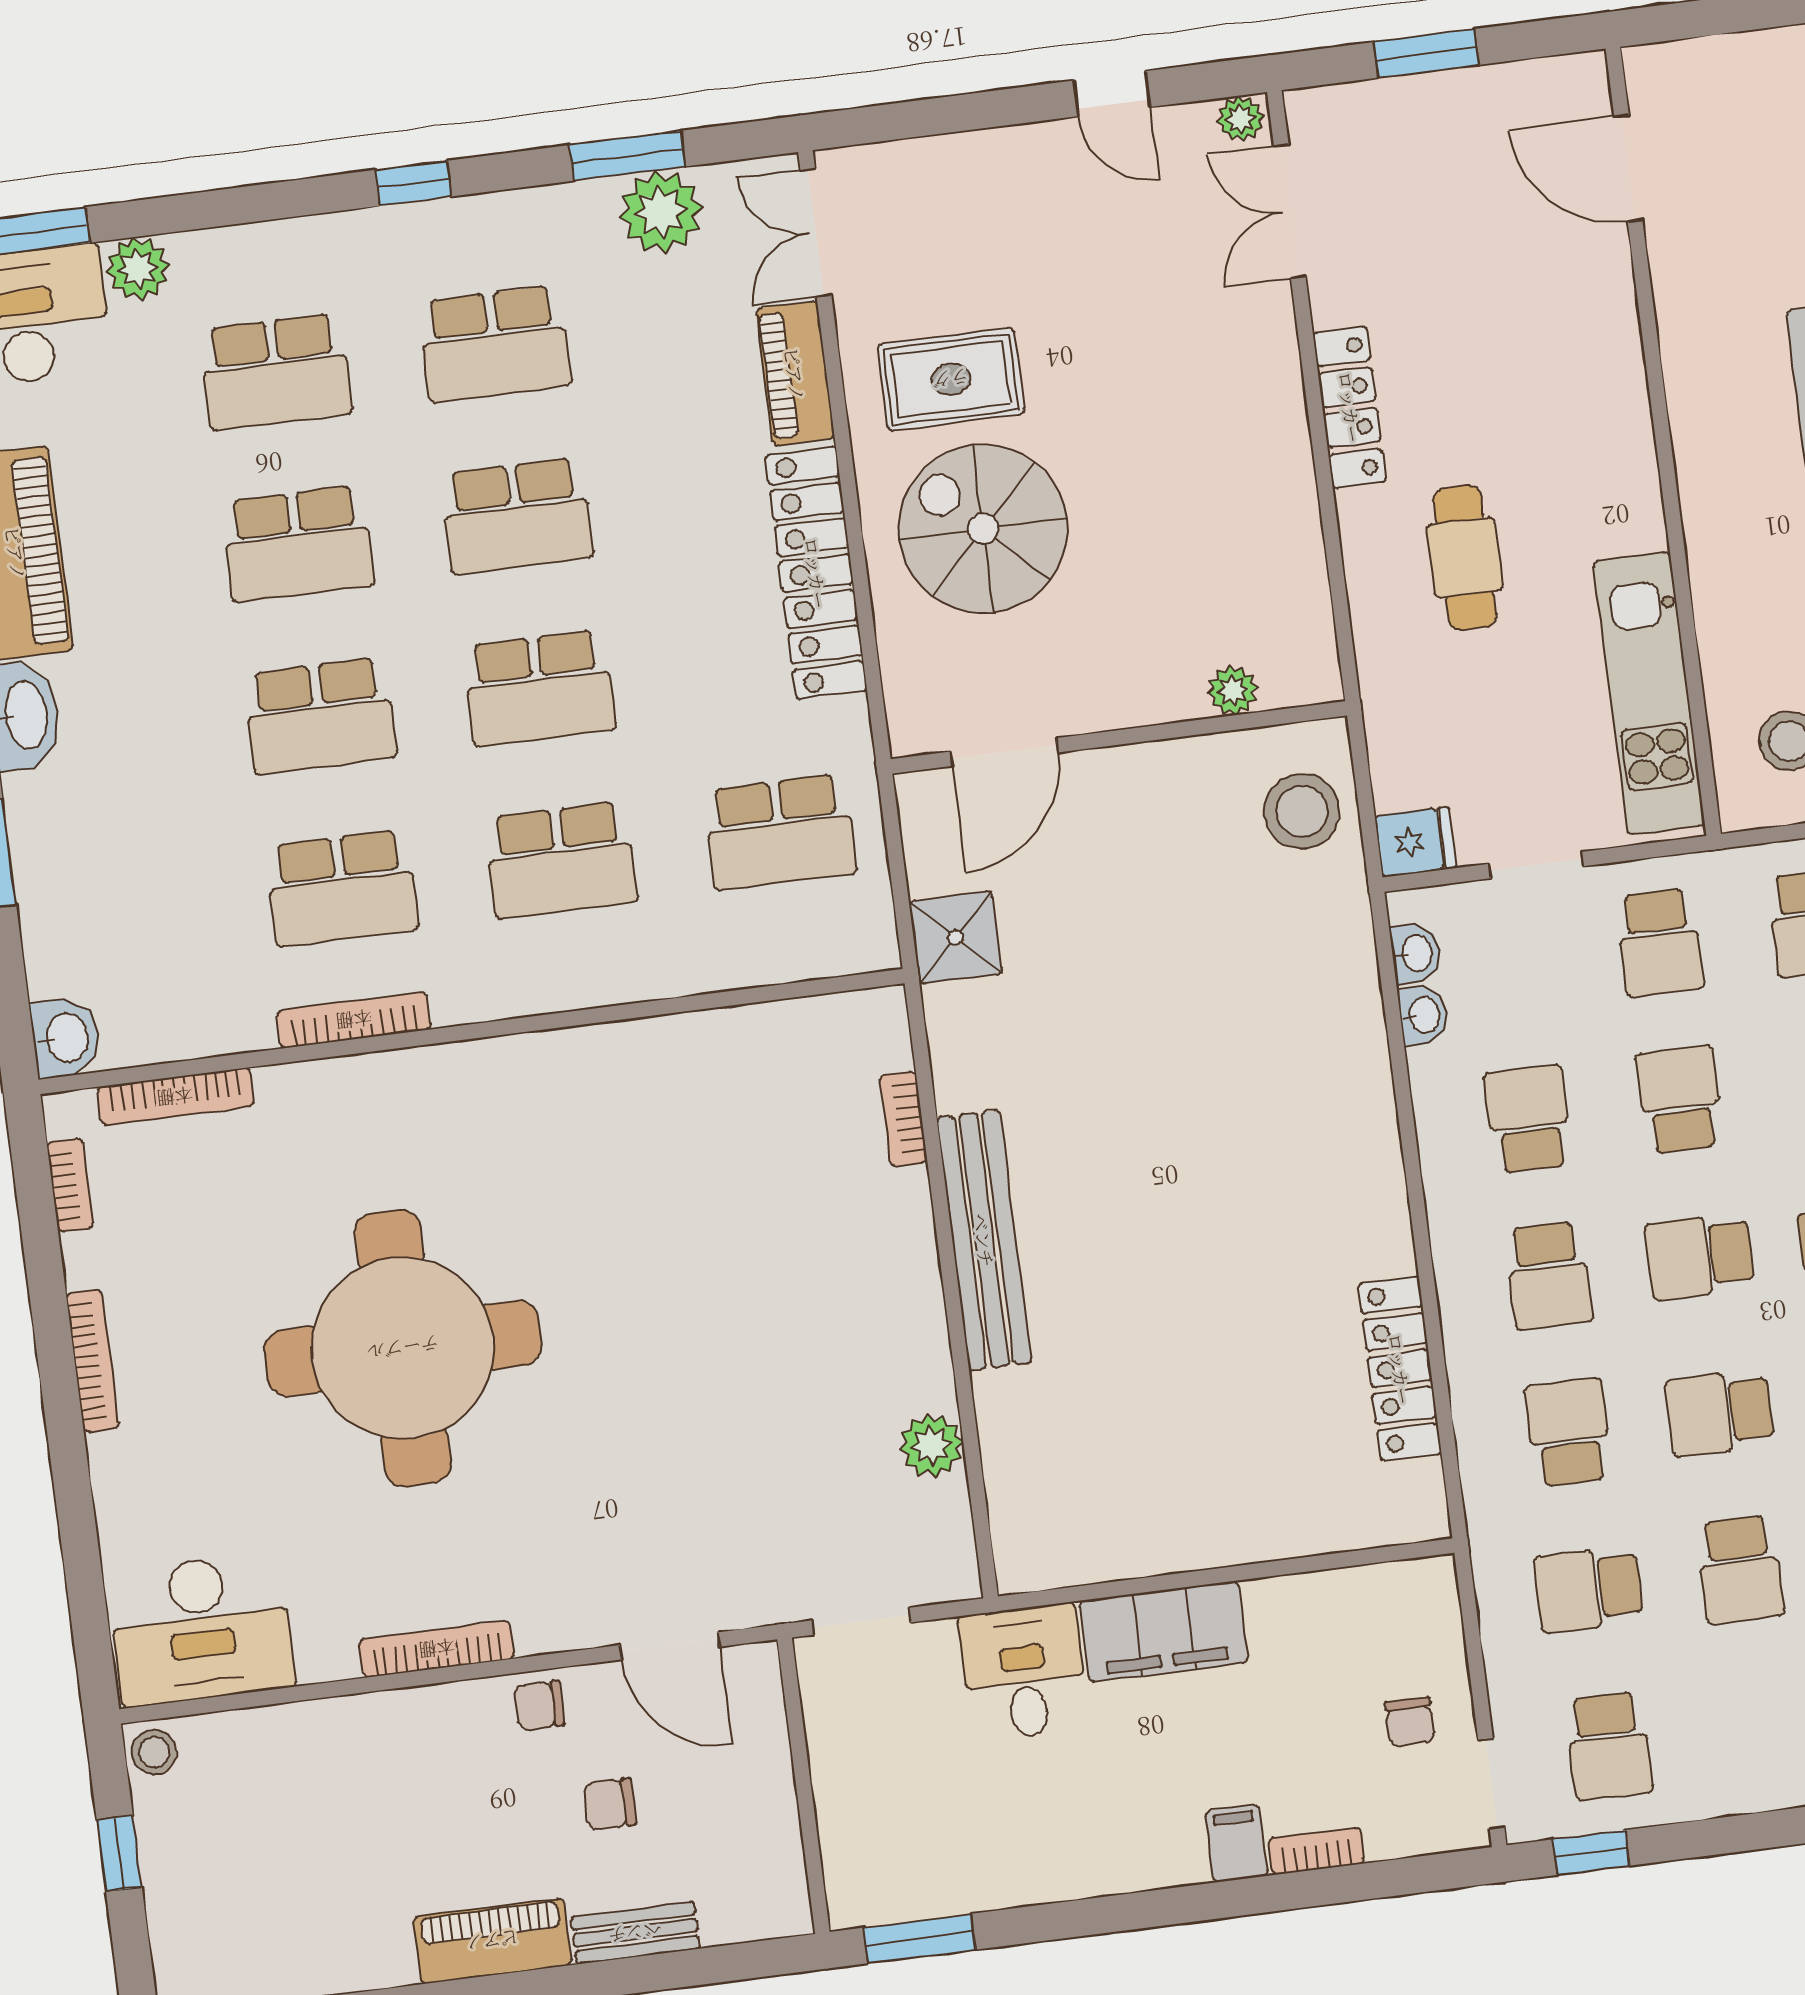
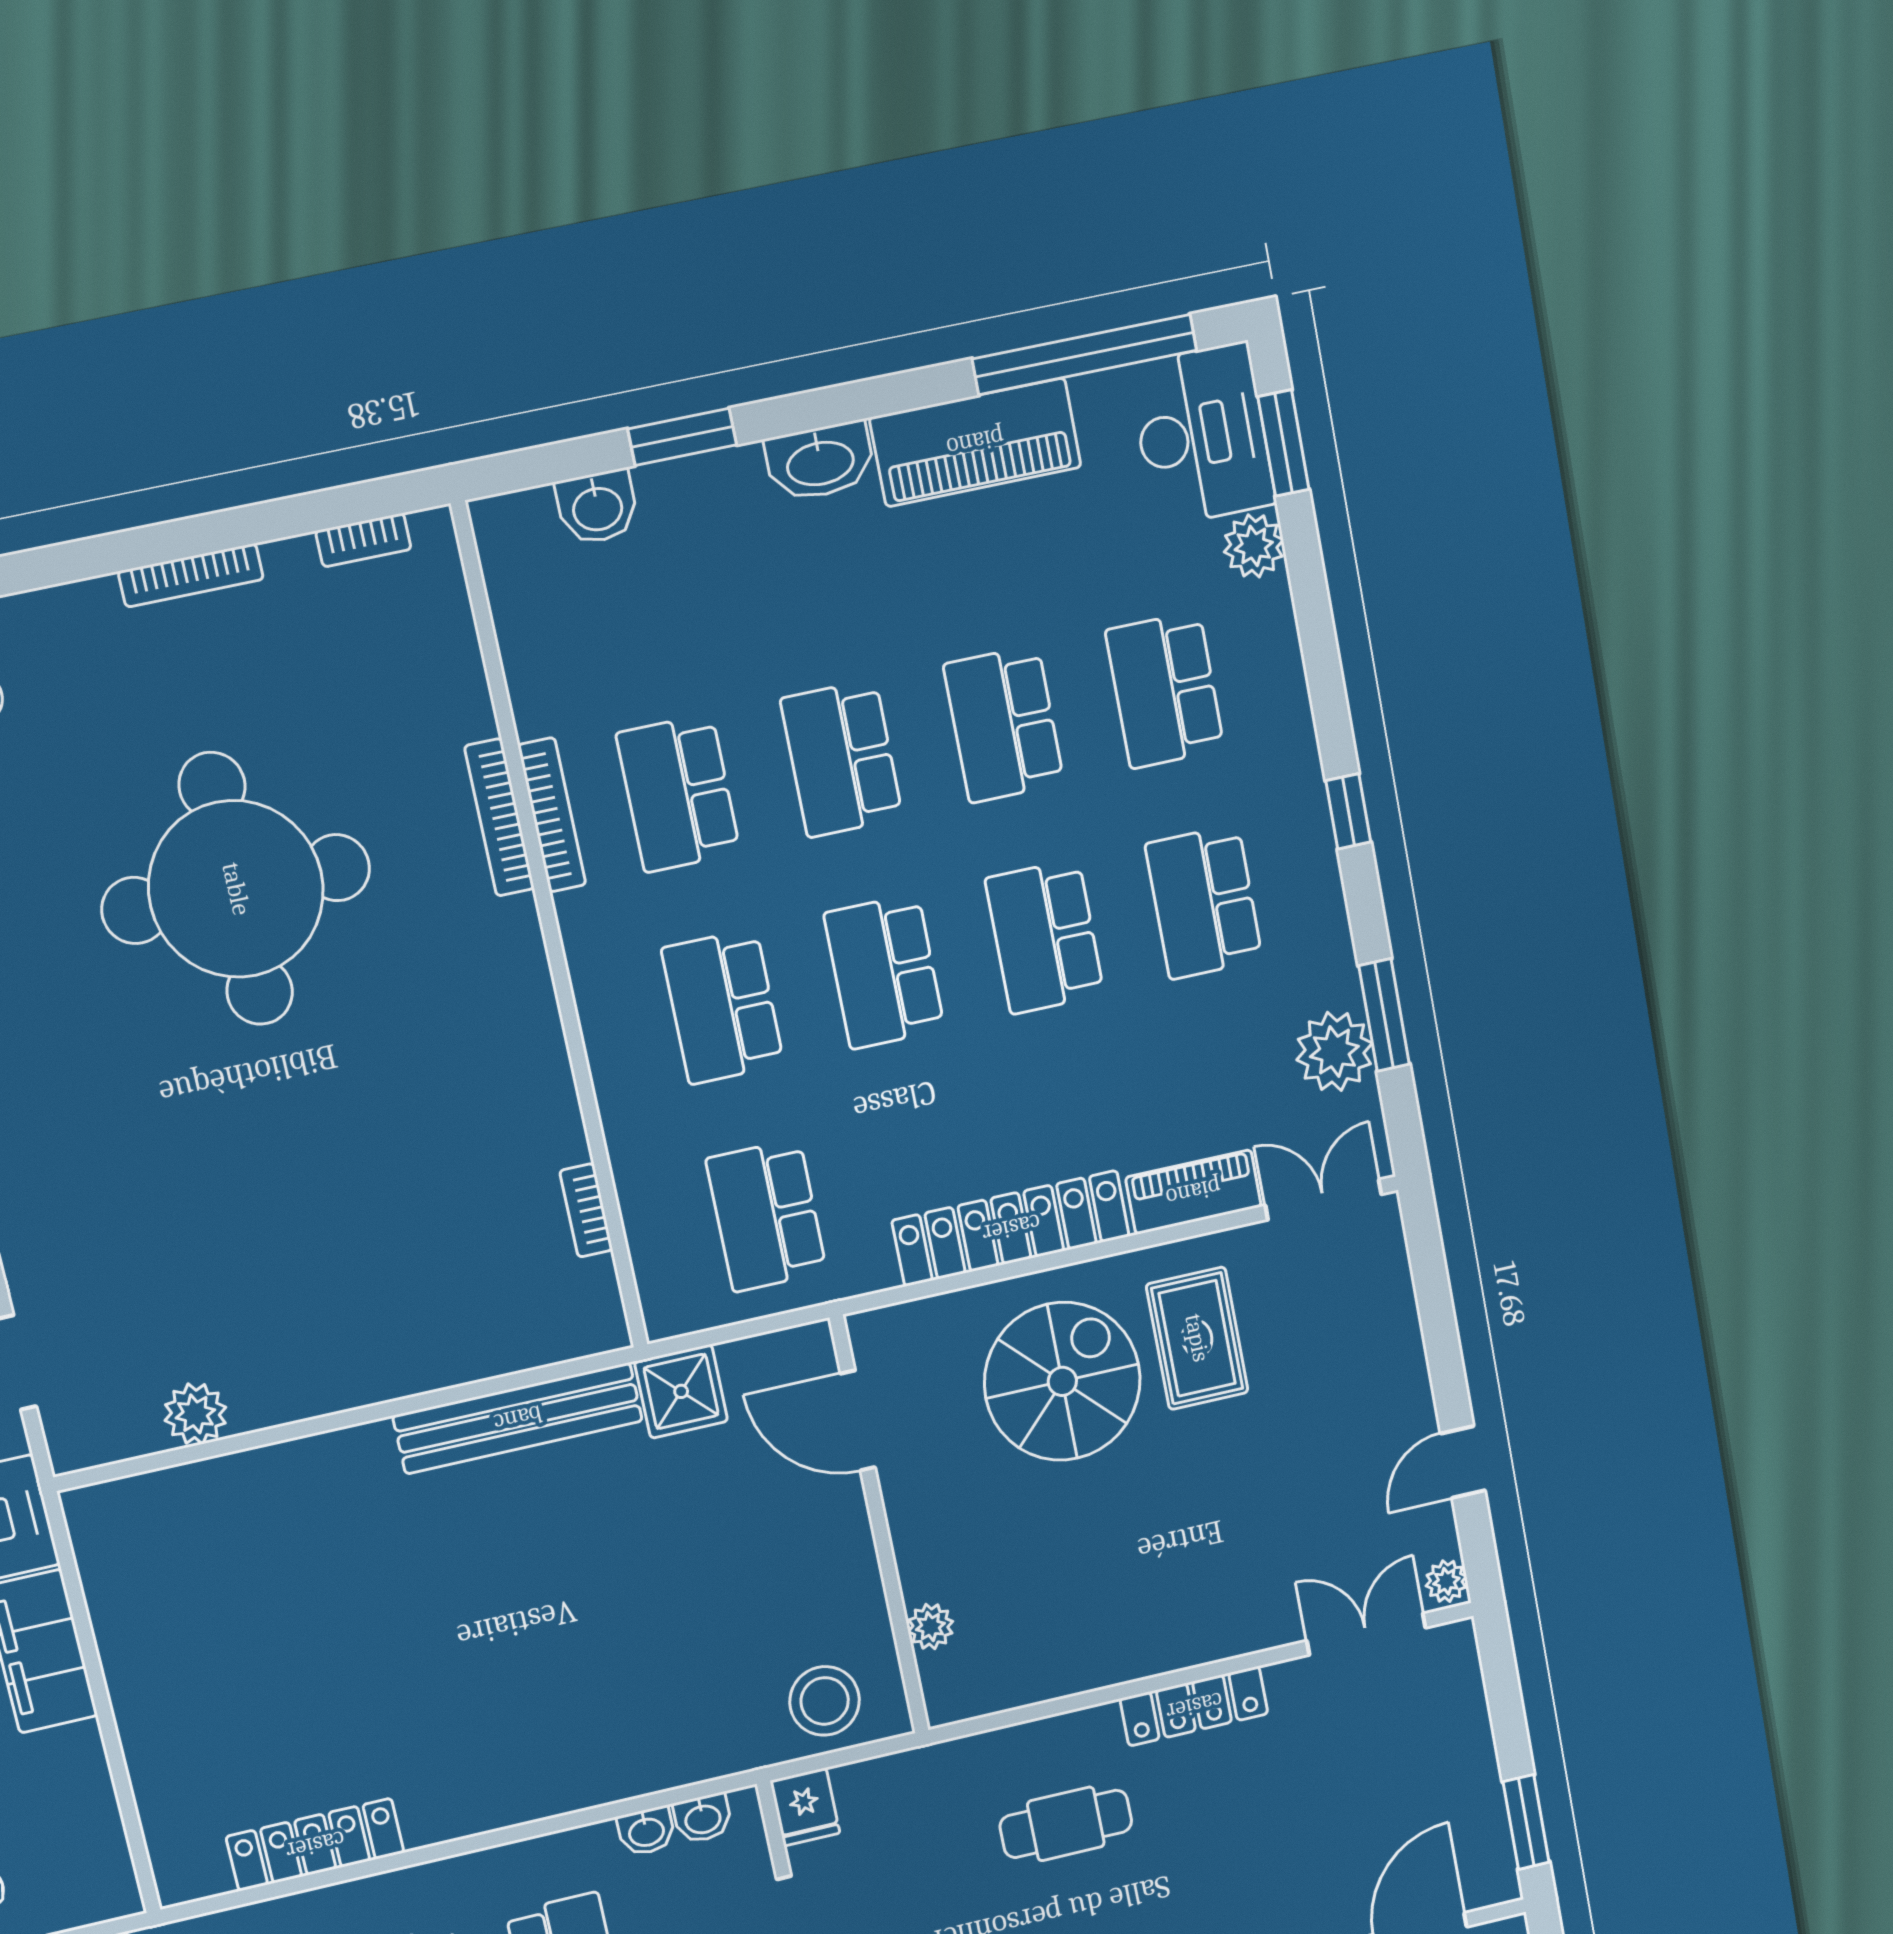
window: (1426, 53) -> (1526, 1822), moved
washbasin: (66, 1038) -> (597, 507), moved
bookcase: (175, 1097) -> (499, 817), moved
bookcase: (903, 1119) -> (586, 1210), moved, turned -90
bench: (984, 1240) -> (518, 1418), moved

